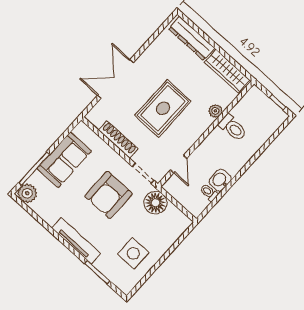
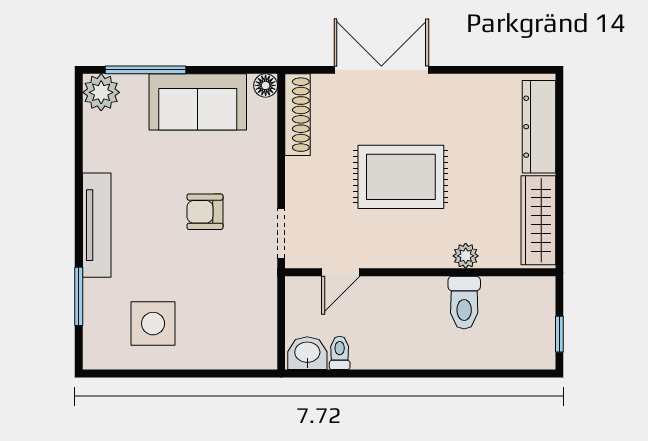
shoe rack: (118, 139) -> (298, 115), moved
washbasin: (220, 180) -> (307, 353), moved
armchair: (109, 195) -> (205, 212), width x0.53, depth x0.53
floor lamp: (156, 203) -> (266, 85), moved, width x0.53, depth x0.53

